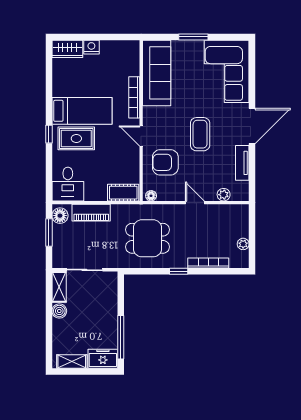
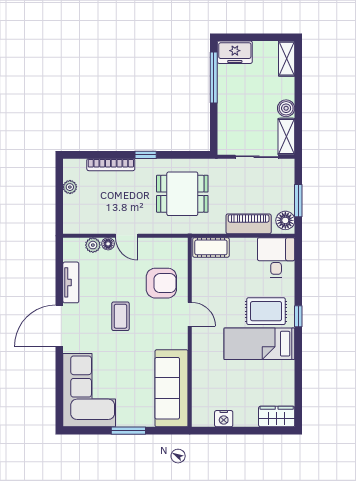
nightstand: (91, 47) -> (224, 419), moved
bookcase: (134, 97) -> (198, 359), removed
coffee table: (200, 134) -> (120, 316), width x0.73, depth x0.77
floor lamp: (151, 196) -> (108, 244), moved
shelving: (72, 361) -> (287, 59), moved, turned 90

